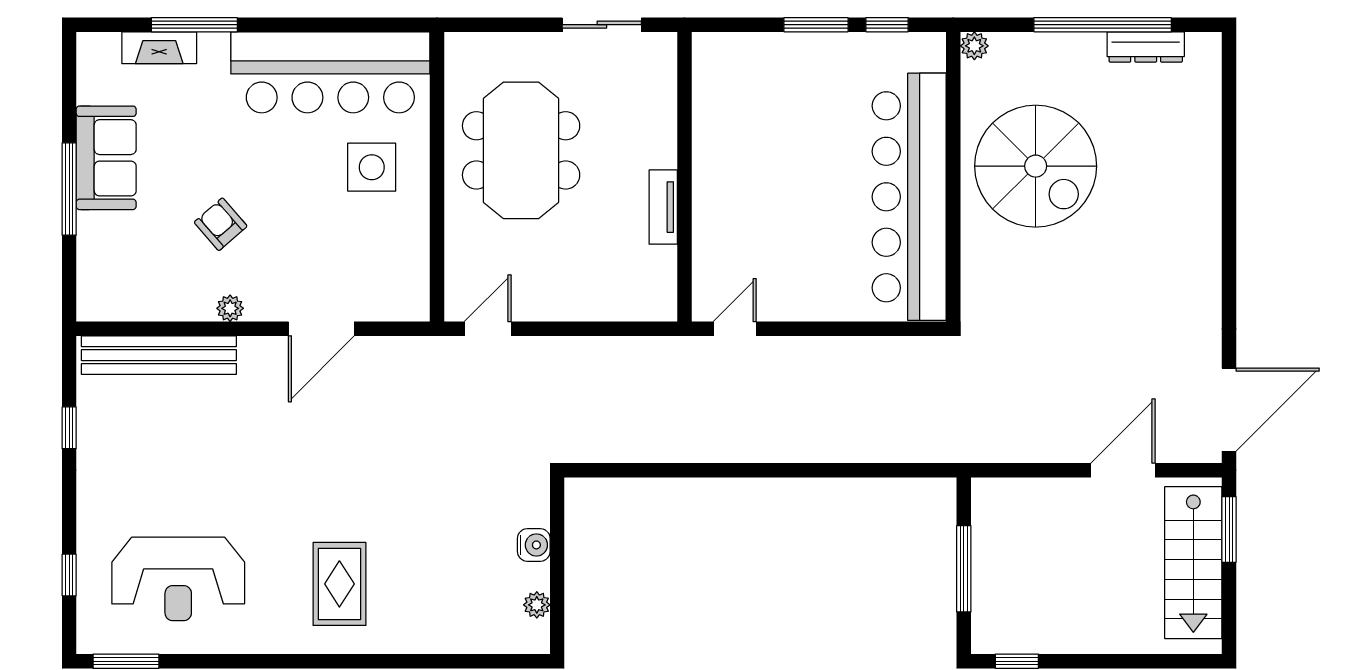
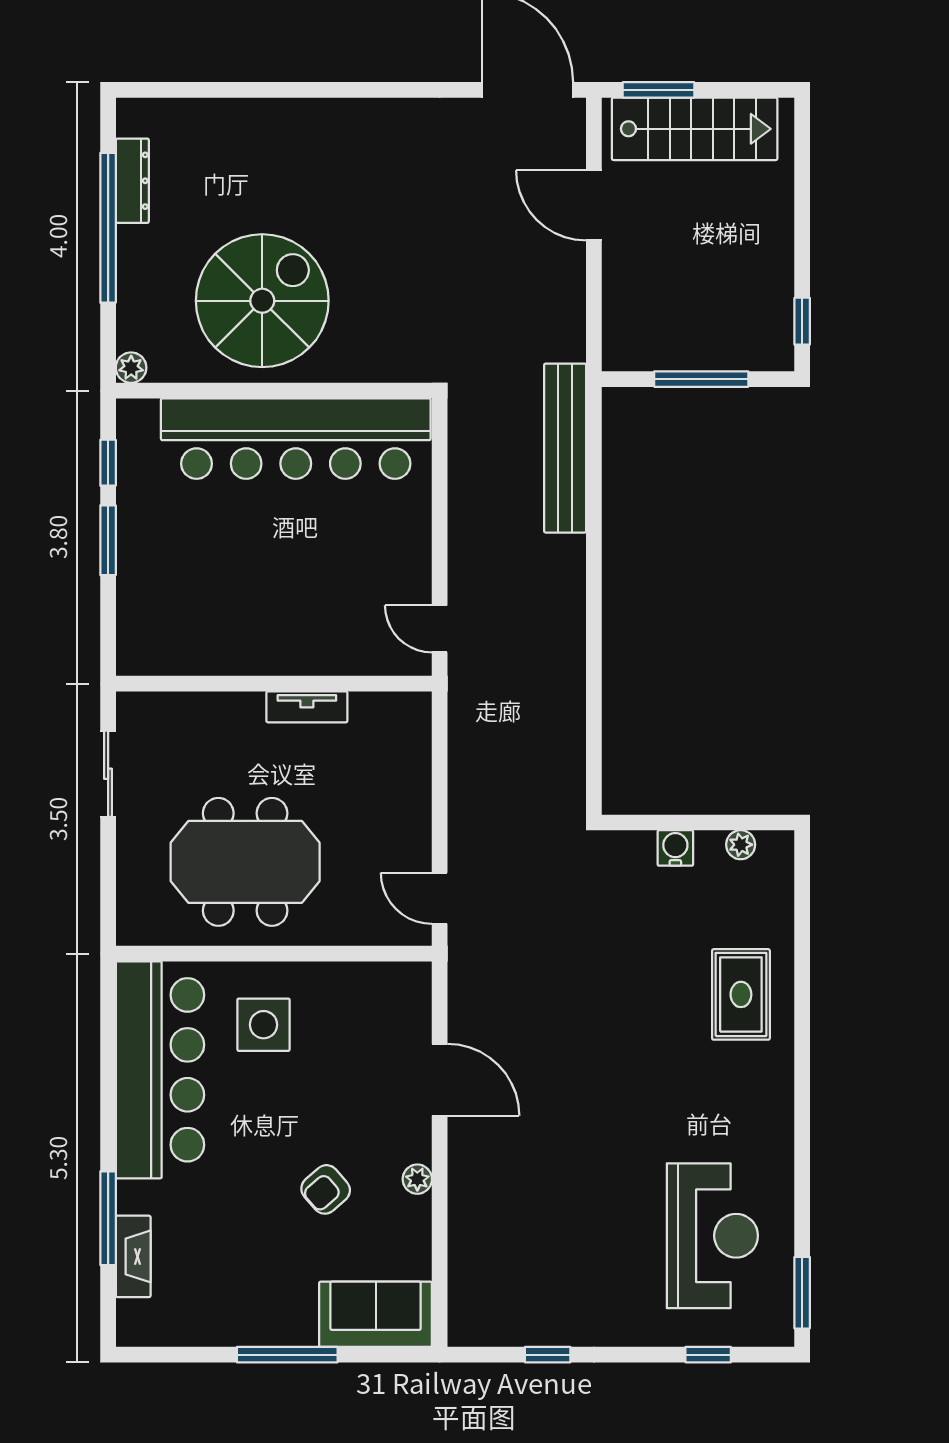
sofa: (106, 158) -> (376, 1314), moved
bench: (159, 355) -> (565, 448), moved
rug: (339, 584) -> (741, 994), moved, turned 90

